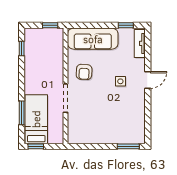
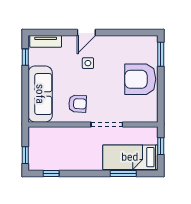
window: (50, 25) -> (25, 155), moved
door: (148, 80) -> (86, 32), swing flipped
armchair: (106, 128) -> (140, 79), added
window: (36, 146) -> (161, 146), moved

